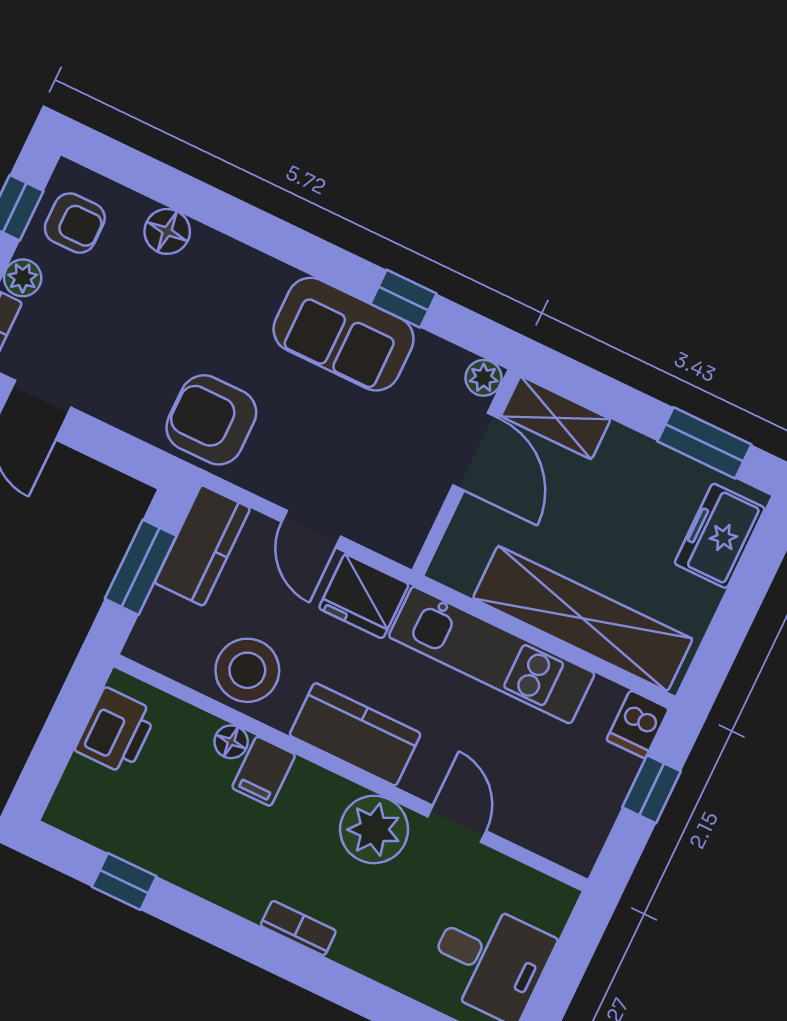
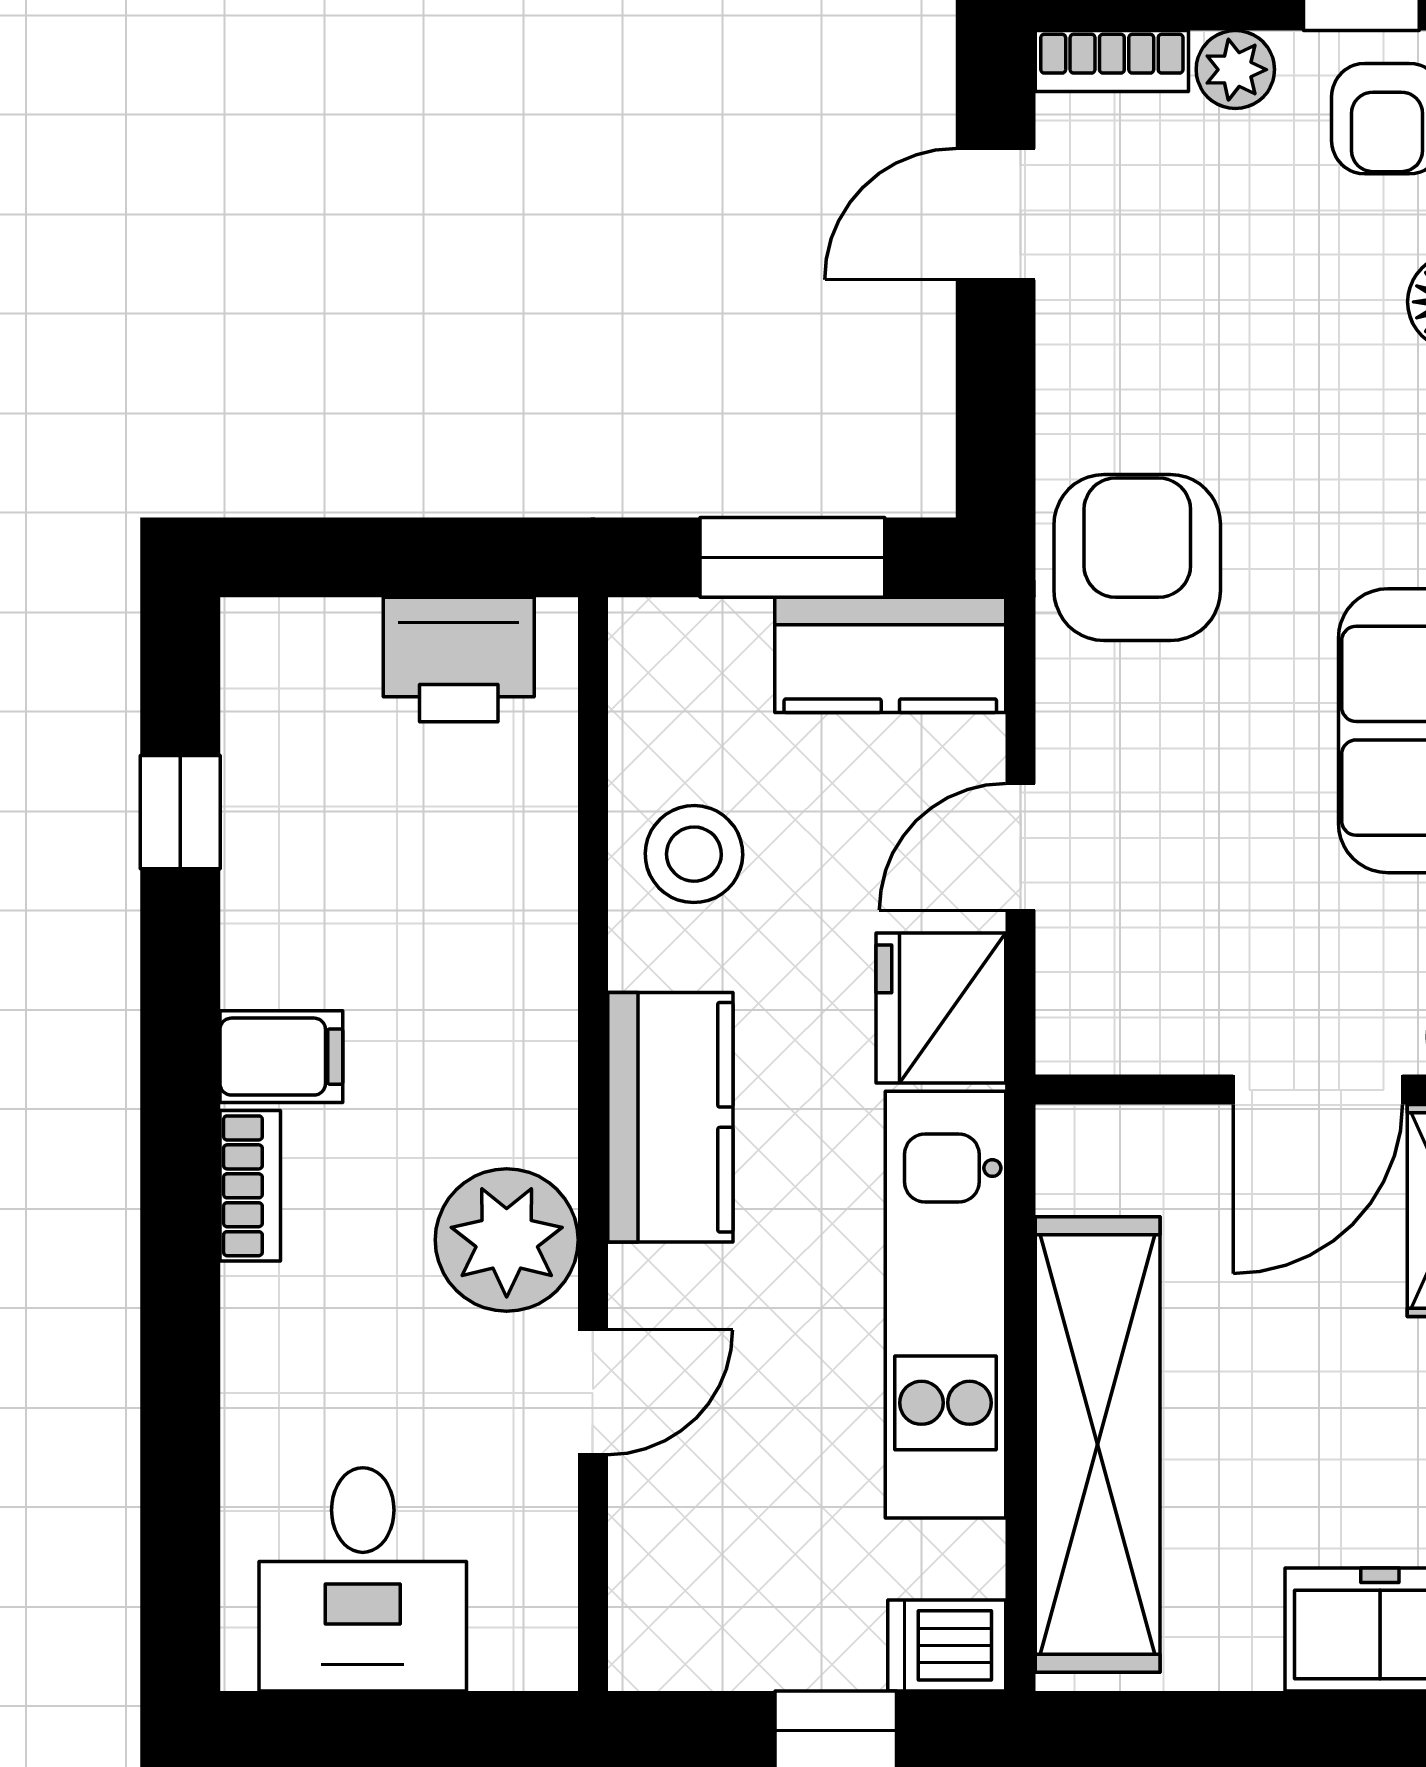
stool: (247, 670) -> (694, 854), width x0.73, depth x0.73
floor lamp: (231, 742) -> (543, 888), removed
filing cabinet: (264, 771) -> (281, 1057), moved, turned 180

